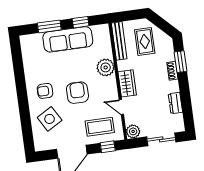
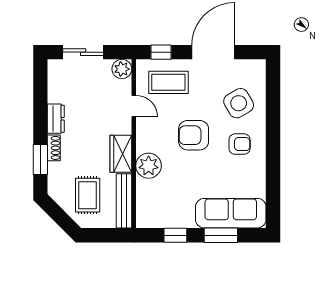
sofa: (68, 39) -> (231, 213), moved
wardrobe: (127, 83) -> (121, 154), moved
armchair: (77, 93) -> (194, 135), turned 90
dresser: (175, 103) -> (56, 119), moved

